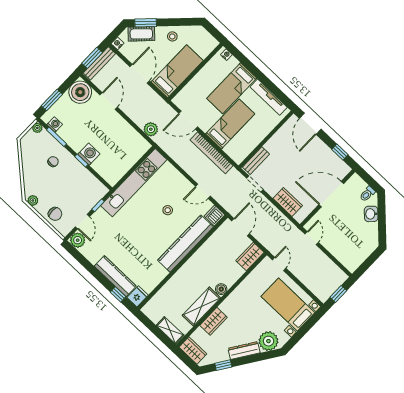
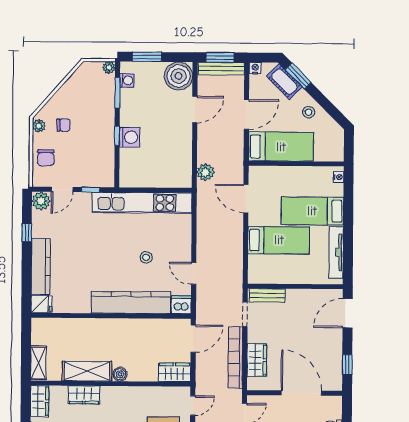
bookcase: (212, 153) -> (235, 357), moved
chair: (53, 162) -> (64, 125), moved
window: (118, 294) -> (27, 232), moved

